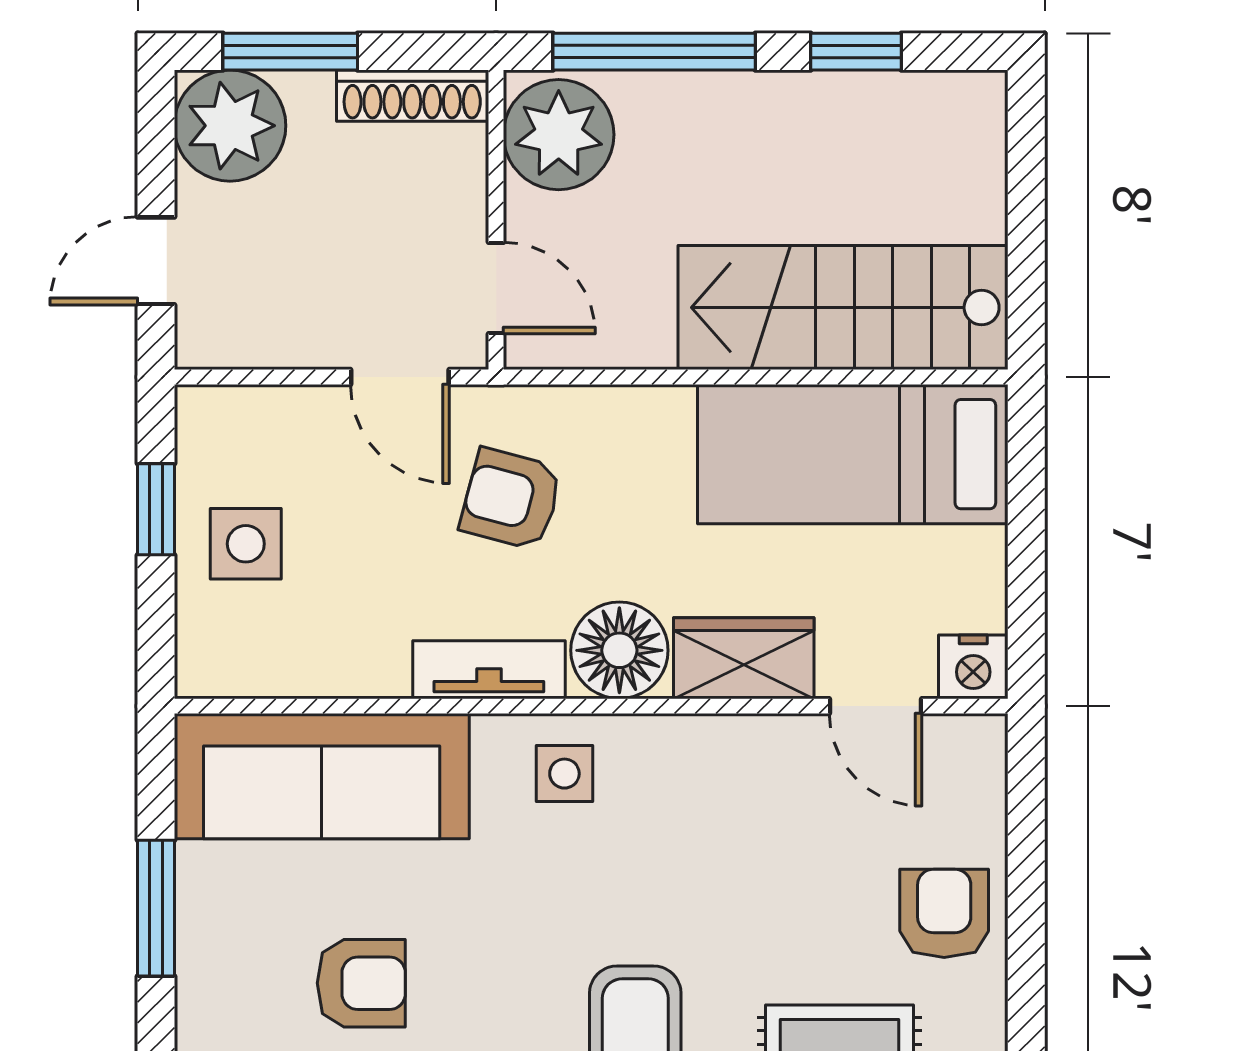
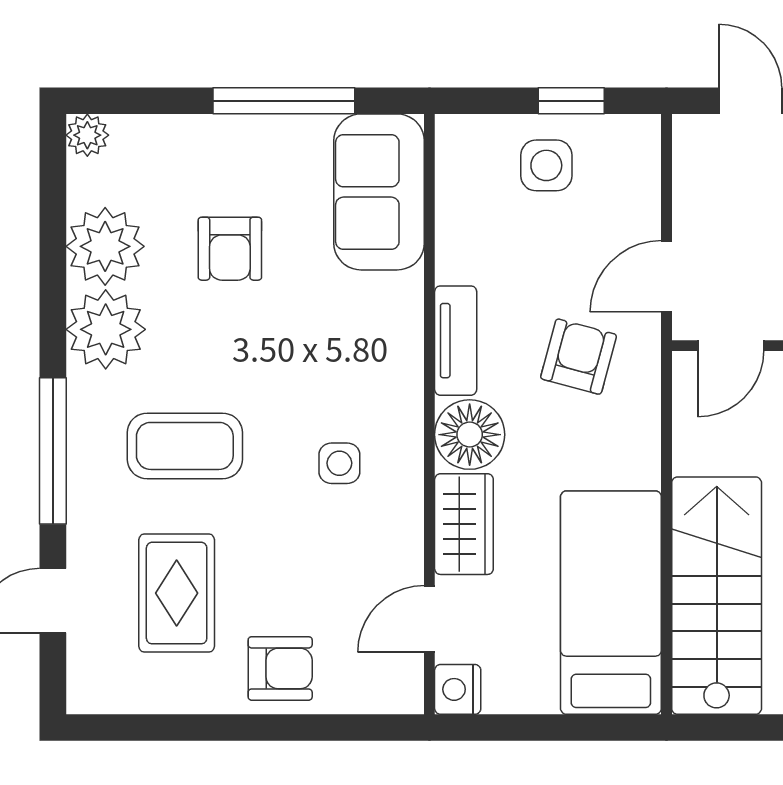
side table: (564, 774) -> (339, 463), moved
sofa: (322, 776) -> (379, 192), width x0.73
window: (156, 908) -> (284, 101), width x1.44

